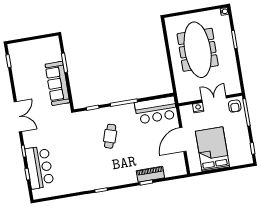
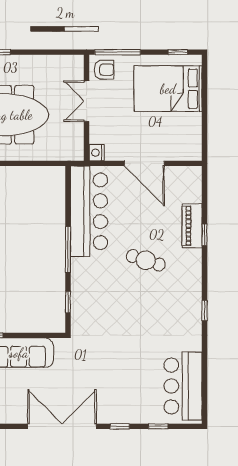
nightstand: (198, 108) -> (97, 153), moved
bar counter: (156, 110) -> (89, 211), width x1.36
double door: (18, 117) -> (62, 426), width x1.36
cafe table: (110, 136) -> (146, 260), moved
bed: (212, 149) -> (168, 89), moved
bar counter: (39, 167) -> (183, 386), moved, turned -90

